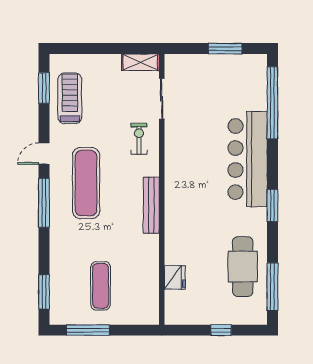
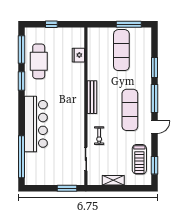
window: (225, 49) -> (67, 188), moved
shelving: (140, 62) -> (113, 180), moved
window: (272, 205) -> (21, 81), moved
exercise mat: (101, 286) -> (121, 50), width x1.36, depth x1.45
window: (44, 292) -> (154, 67), moved

